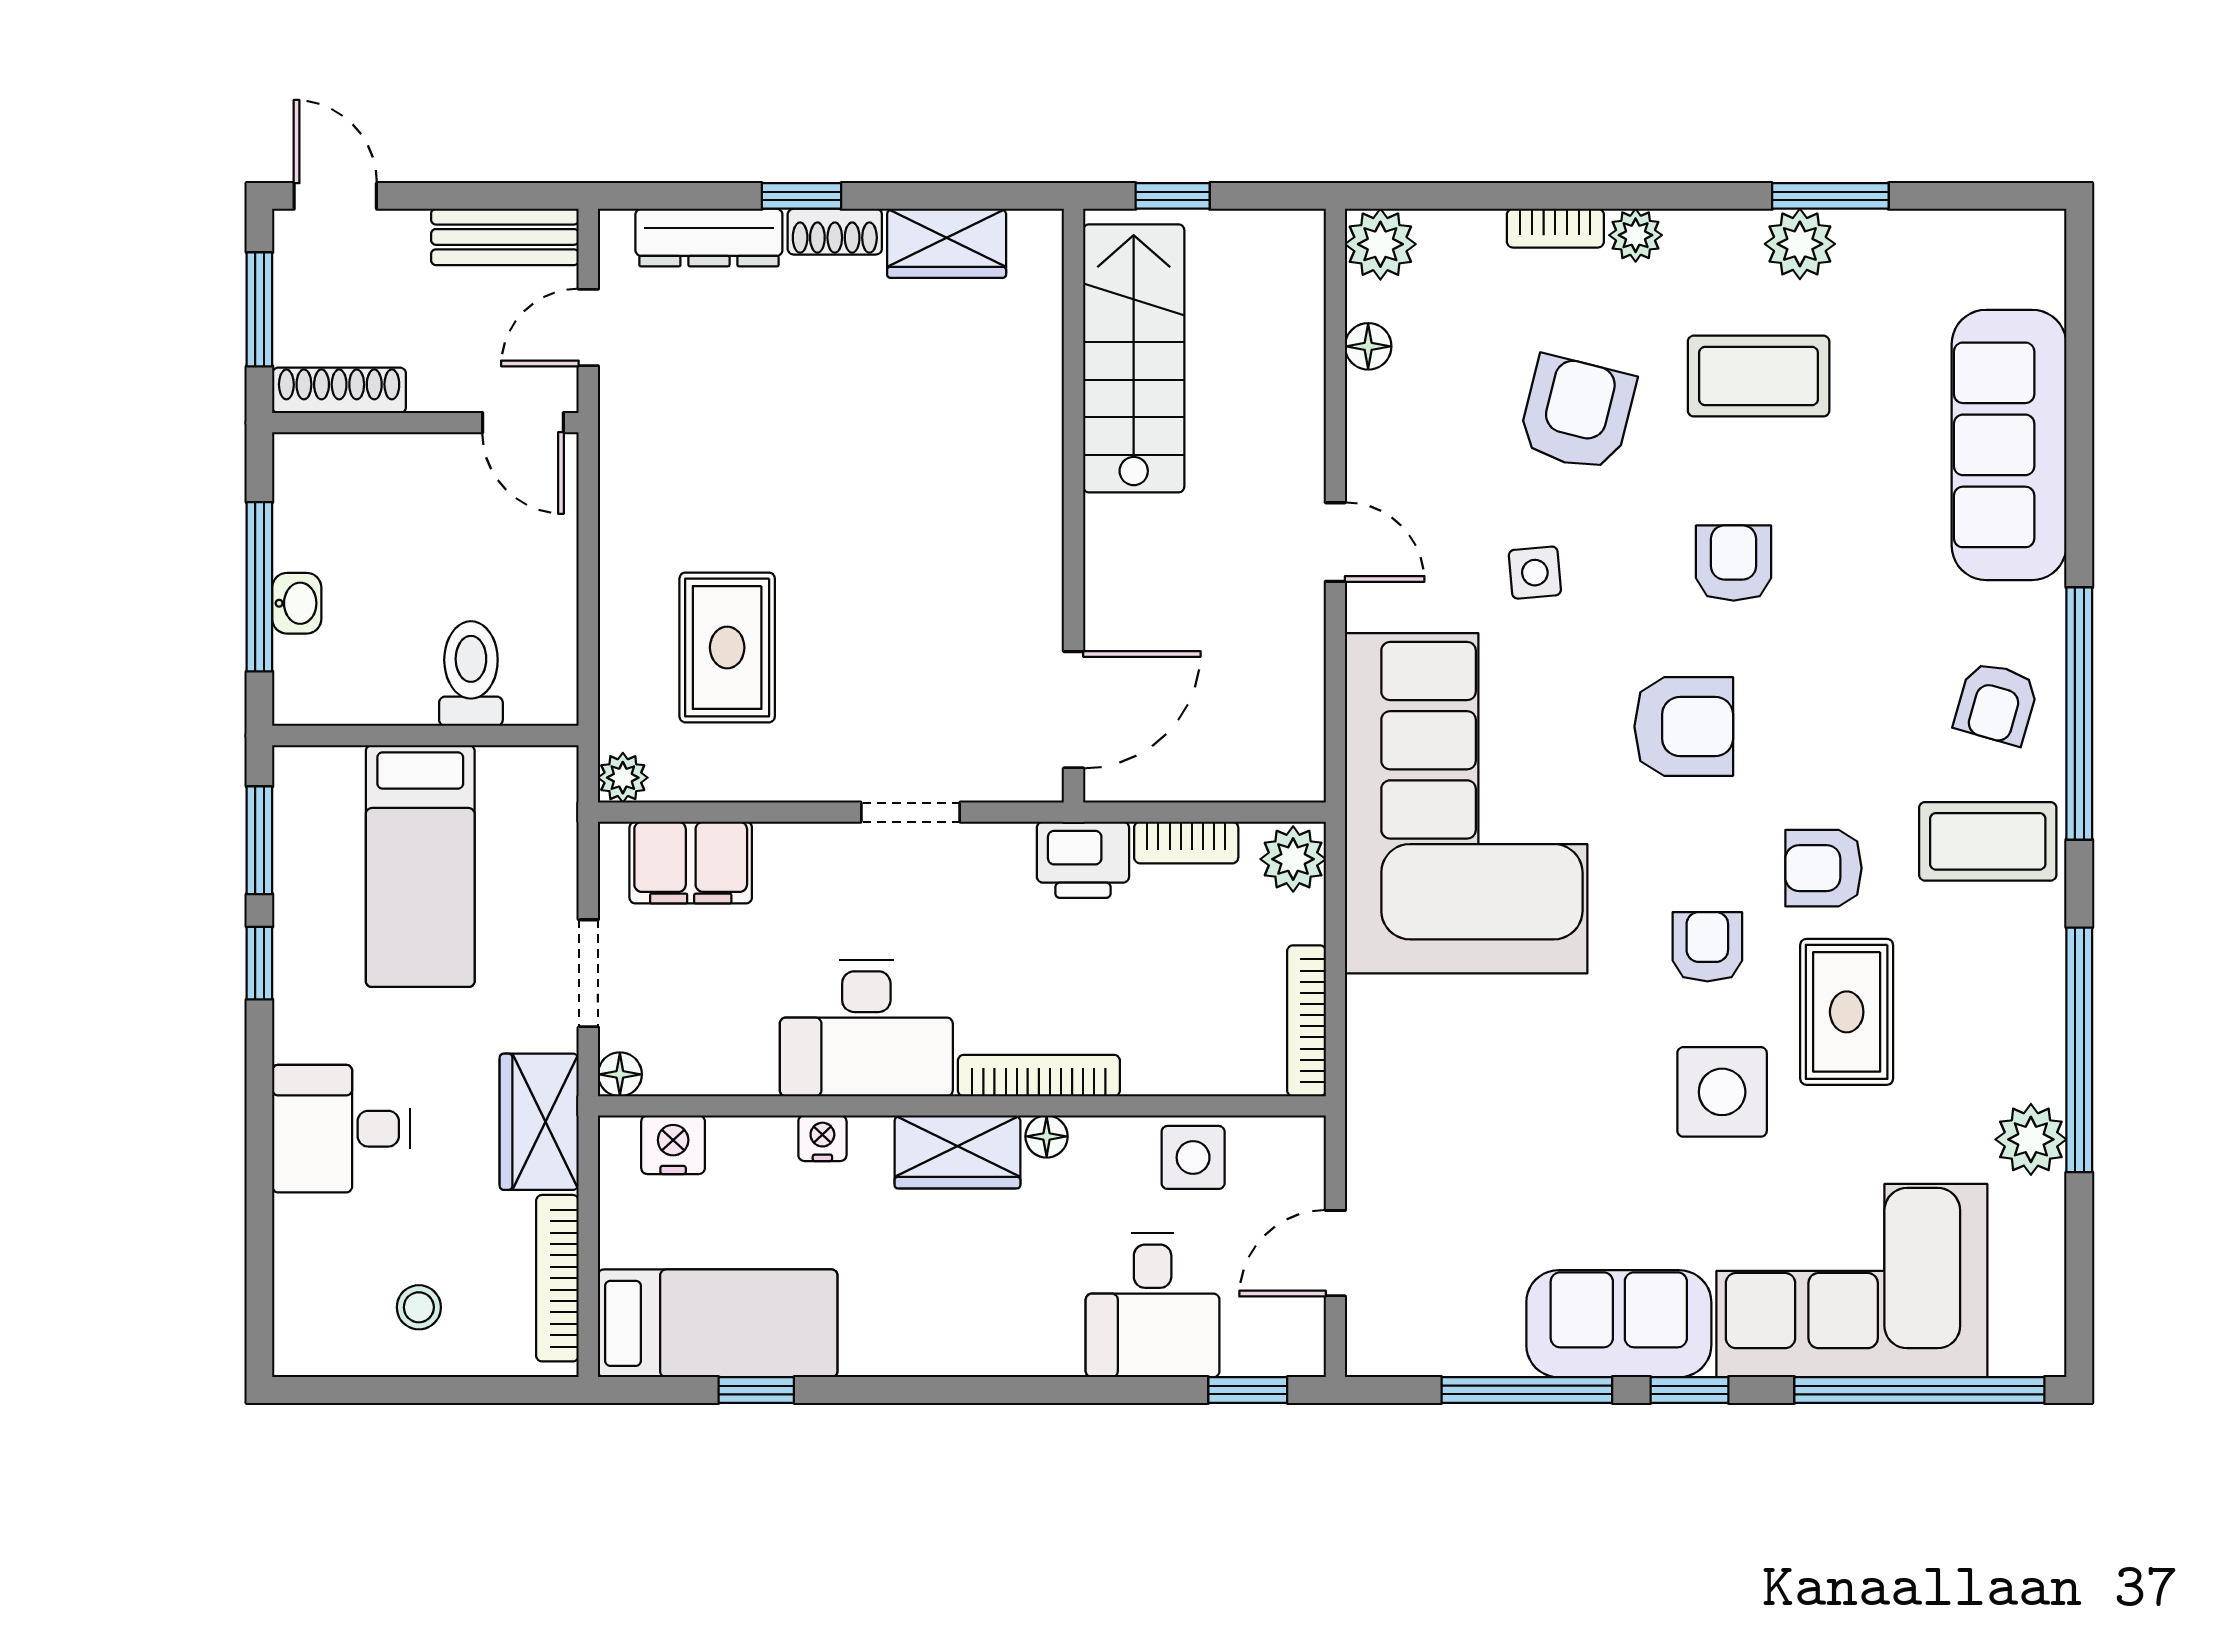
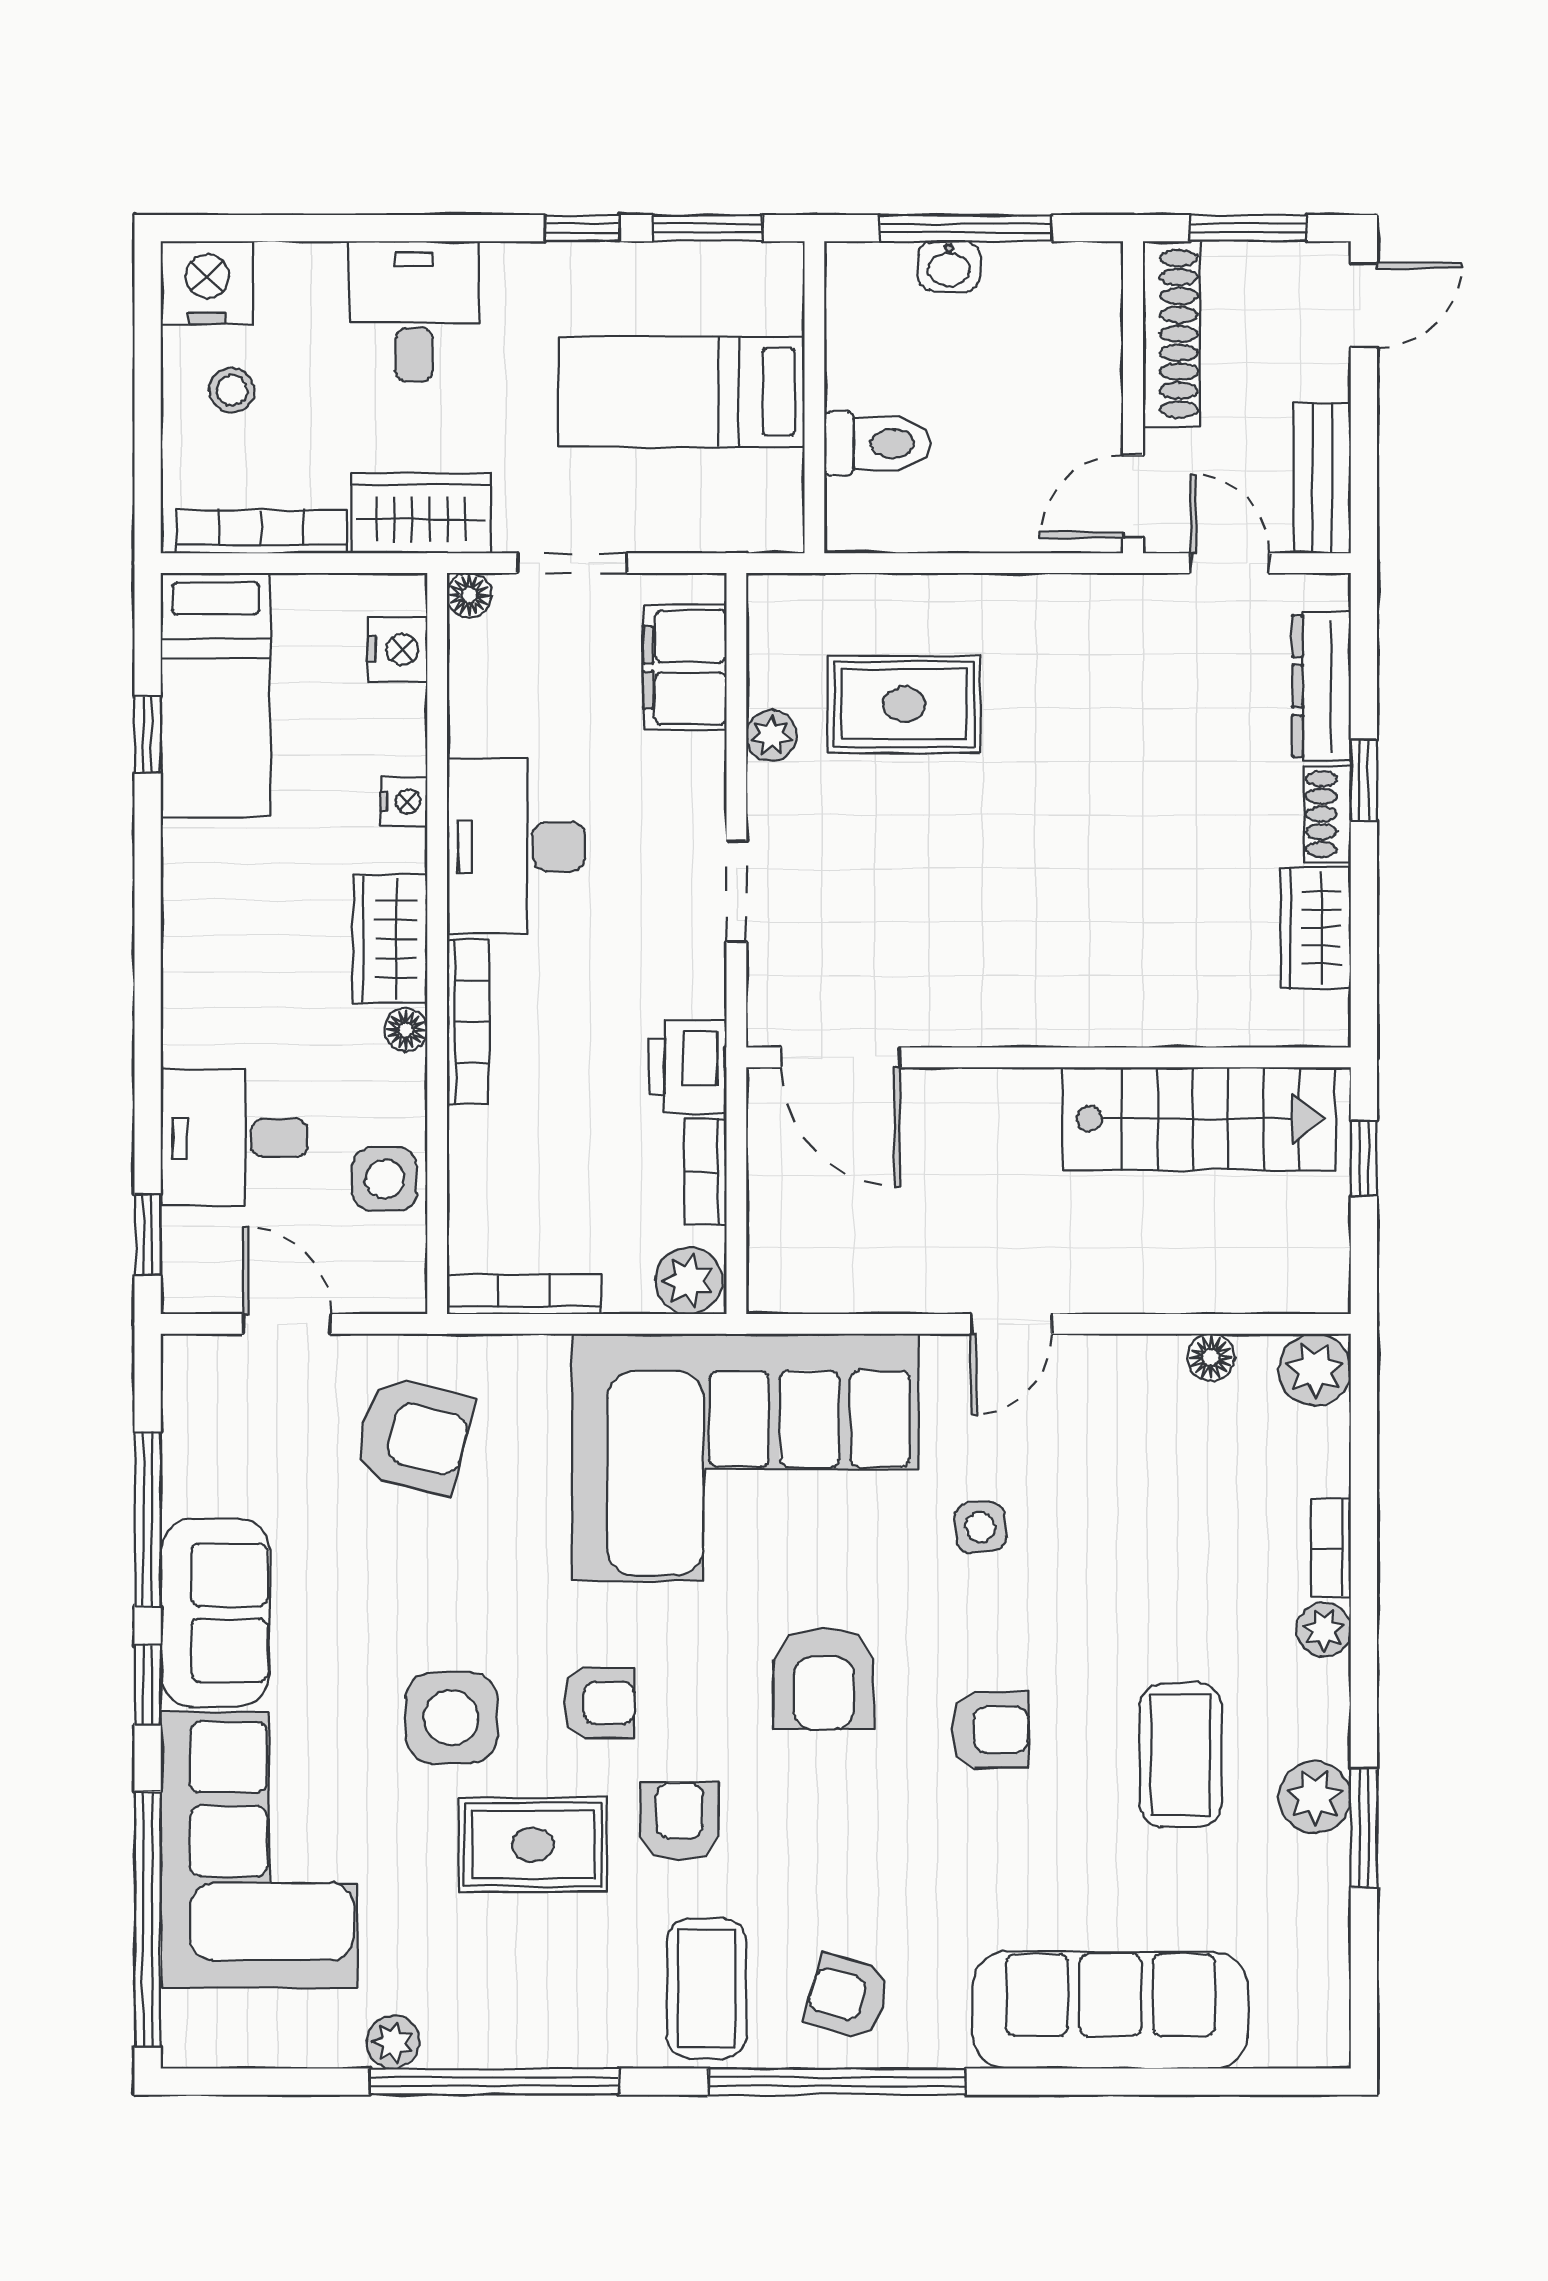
shoe rack: (339, 390) -> (1171, 334), width x1.36, depth x1.24
armchair: (1577, 413) -> (413, 1436), moved
plant: (623, 778) -> (771, 736), moved
plant: (2031, 1139) -> (393, 2042), width x0.73, depth x0.73
nightstand: (313, 1332) -> (207, 283), added

